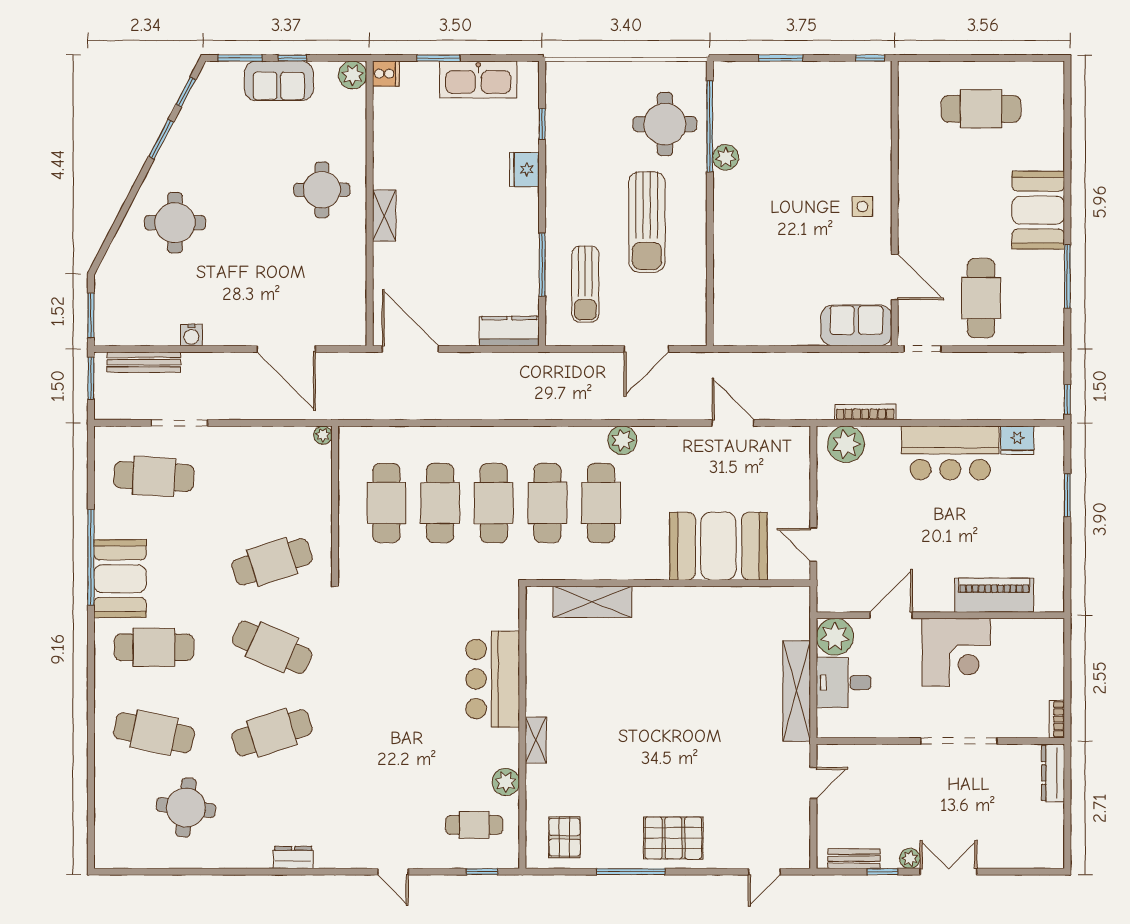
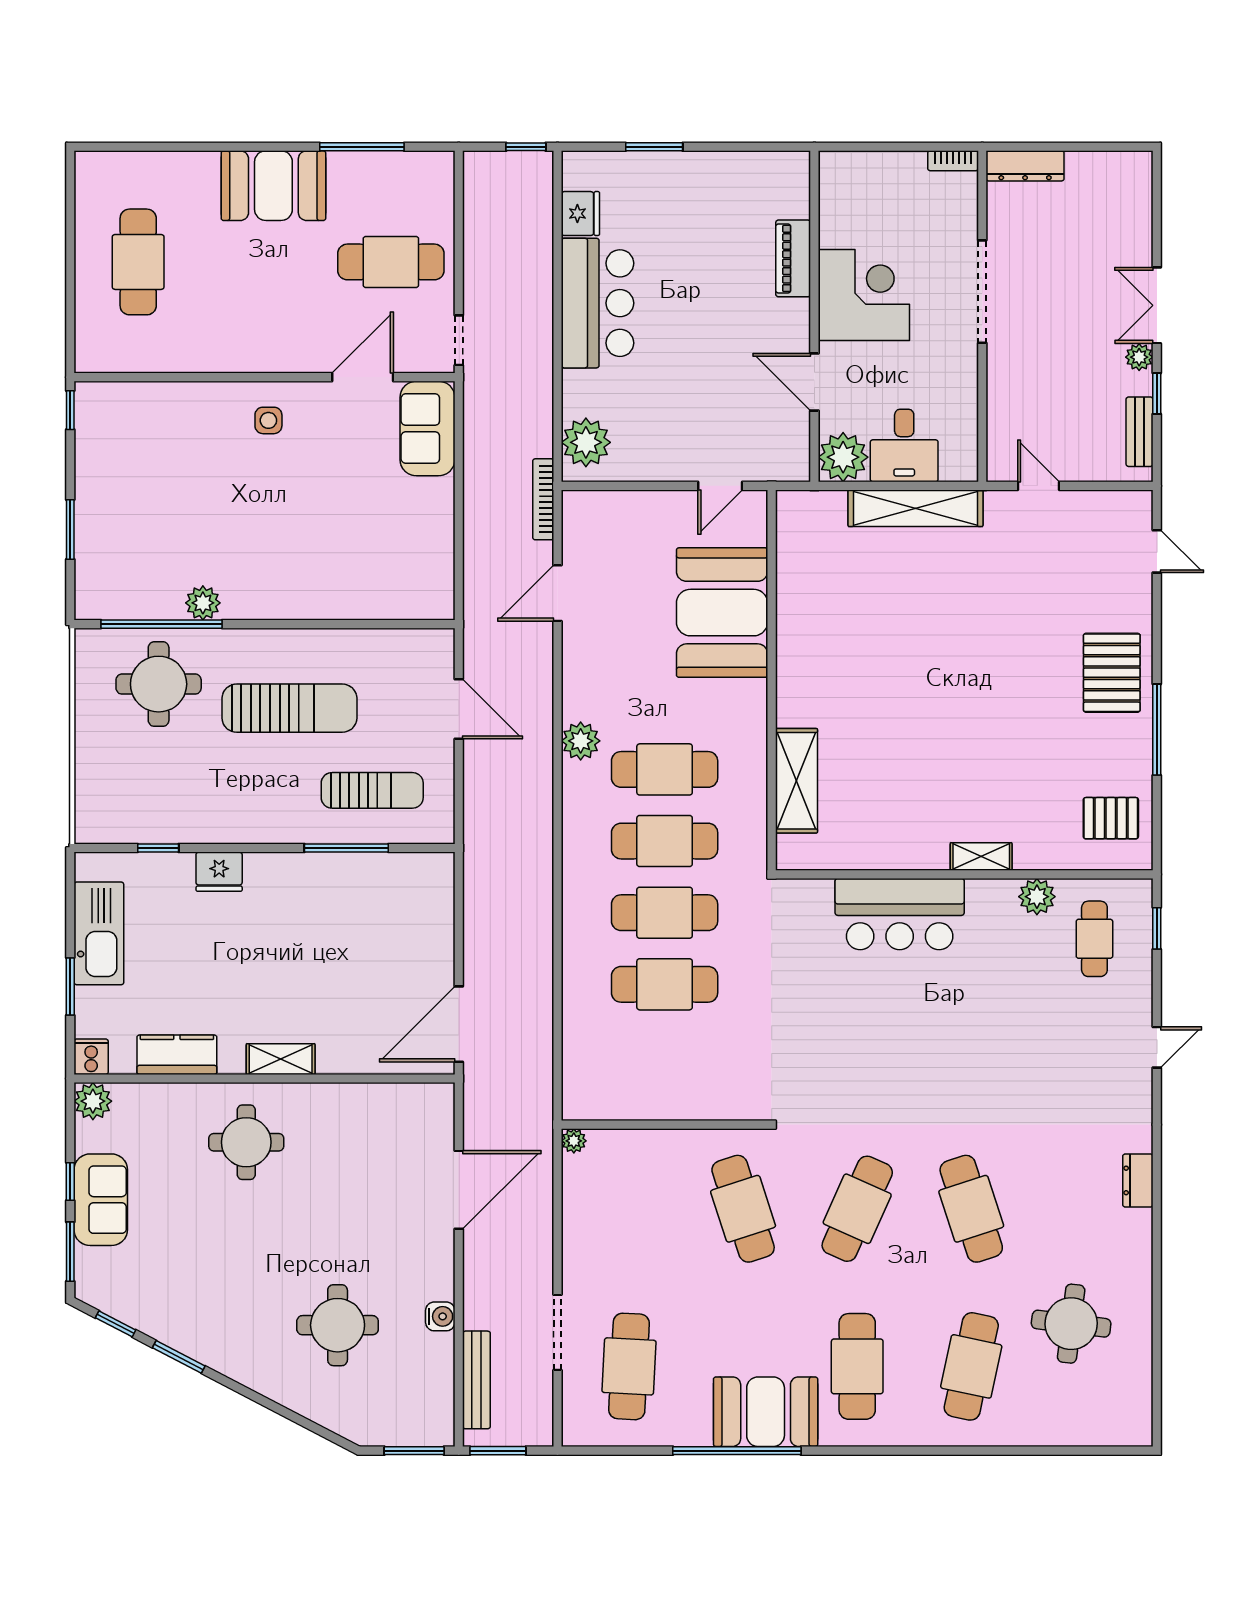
round table: (175, 223) -> (338, 1325), moved
kitchen counter: (509, 331) -> (177, 1055), moved, turned 90
bookcase: (865, 412) -> (543, 499), moved
cafe table: (386, 503) -> (665, 1056), removed
piano: (994, 595) -> (793, 258), width x0.73, depth x0.75

